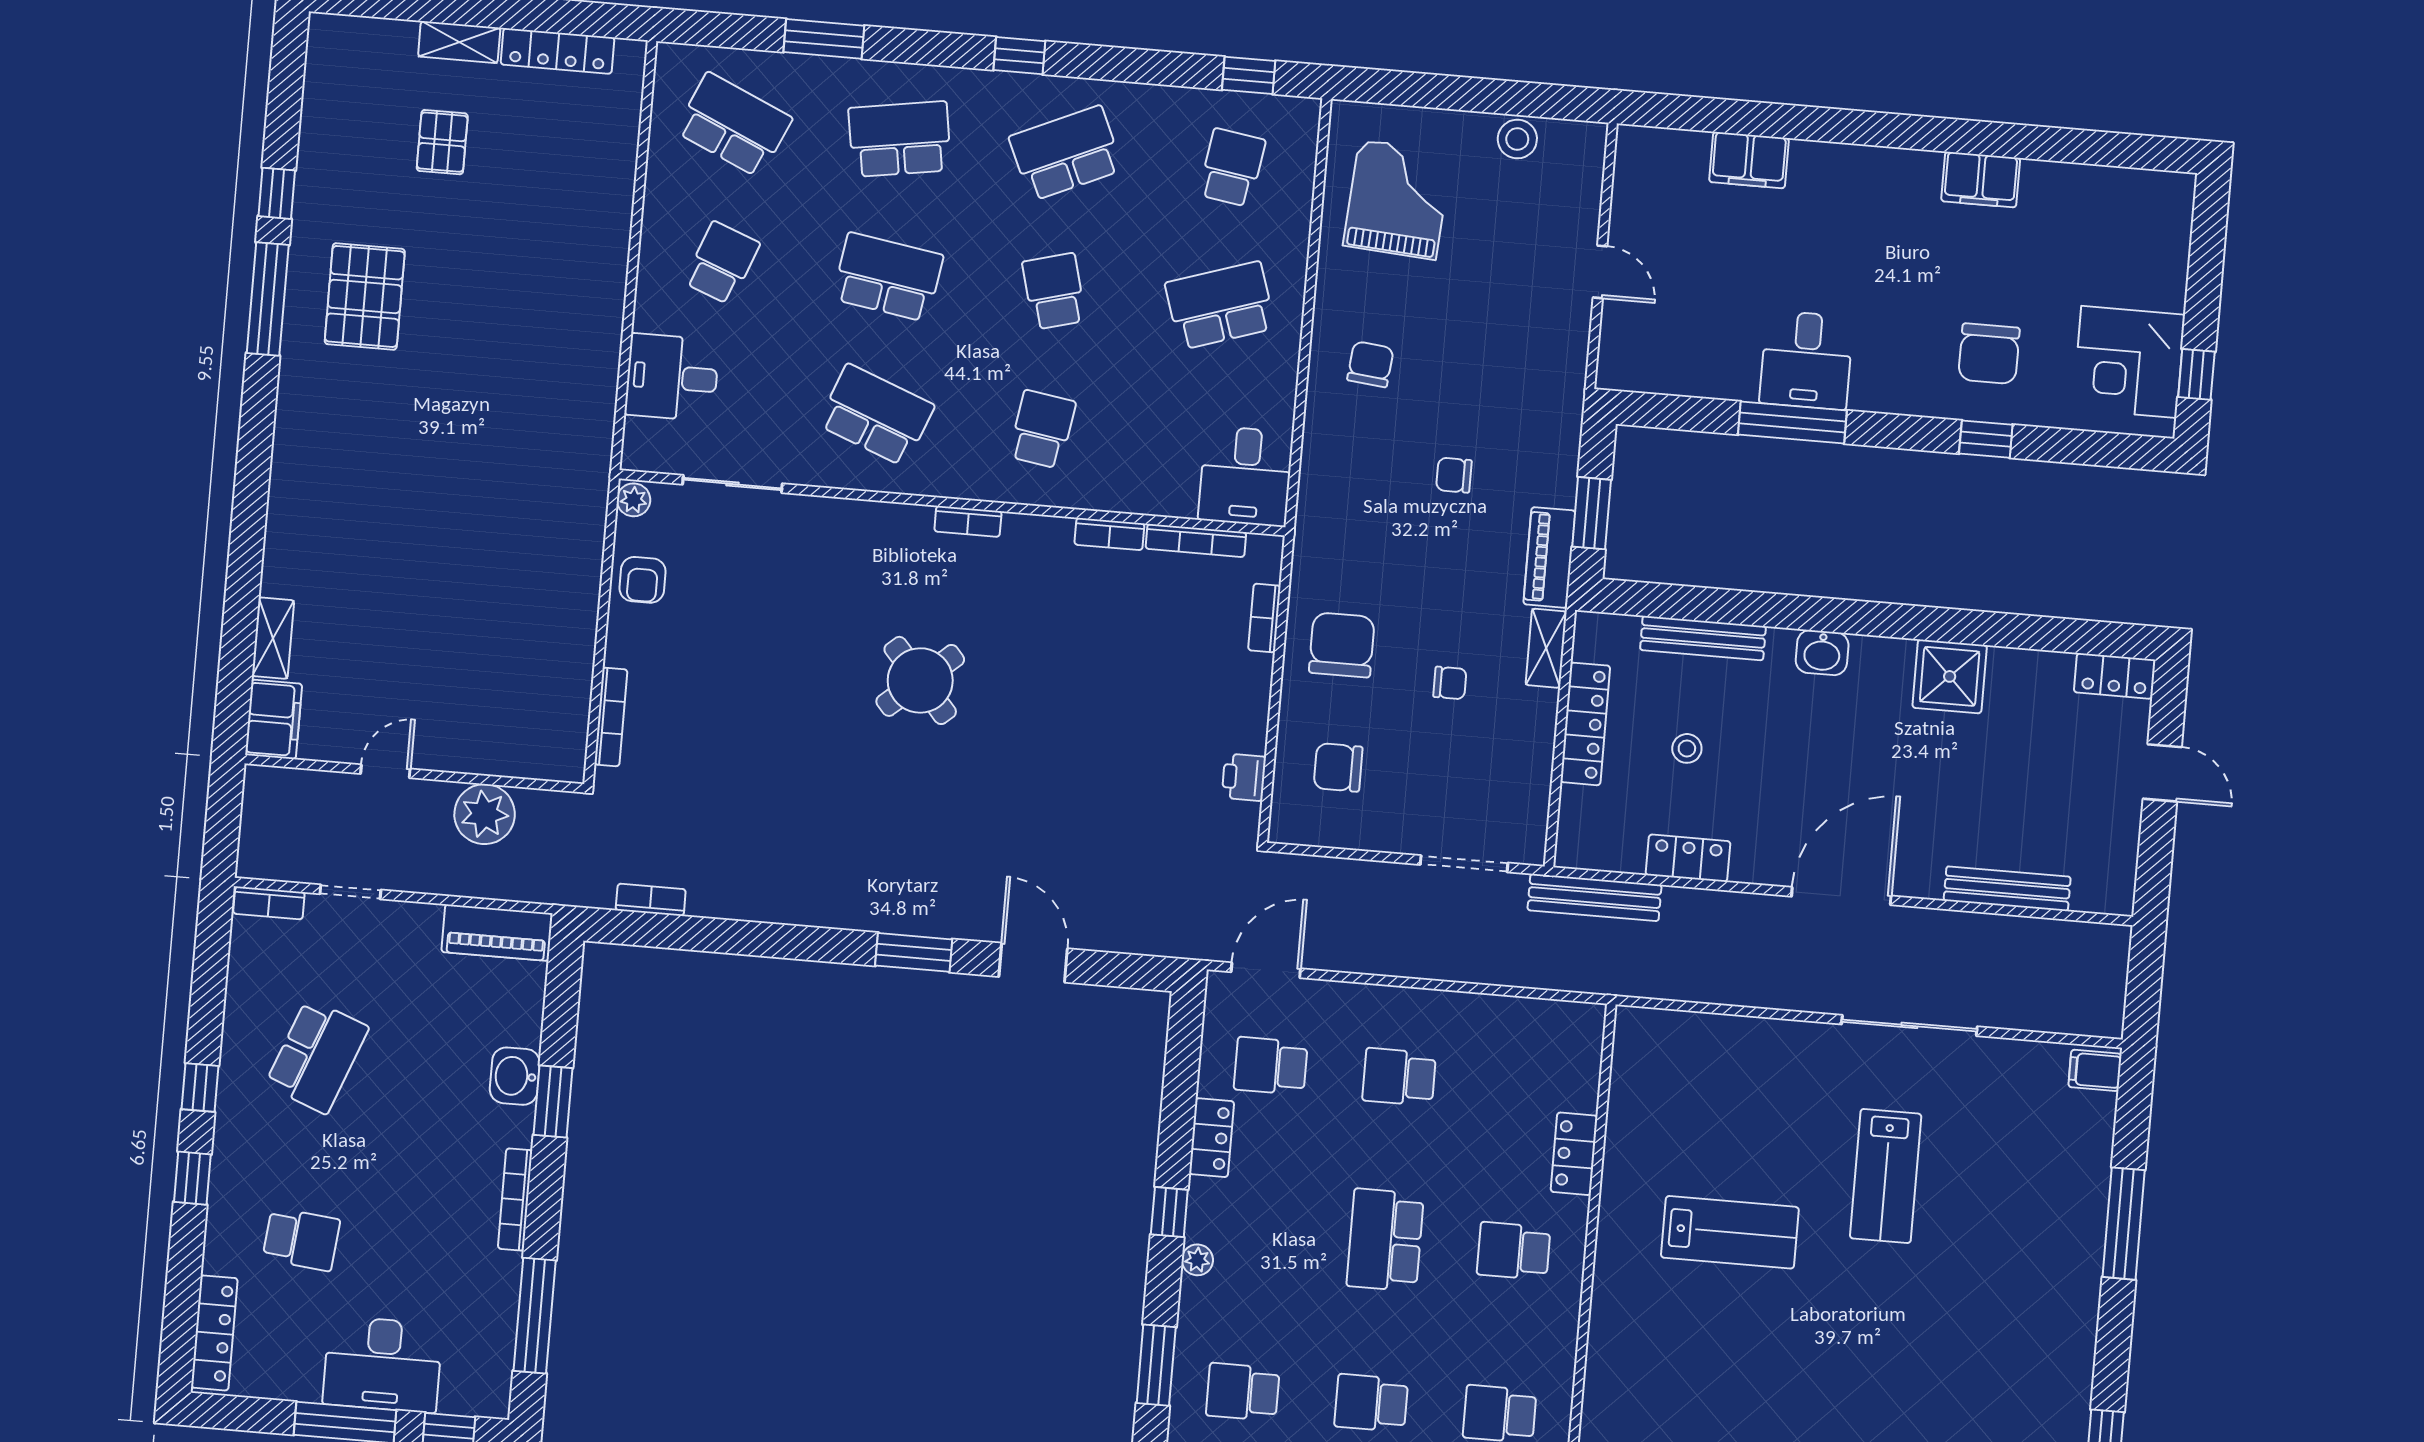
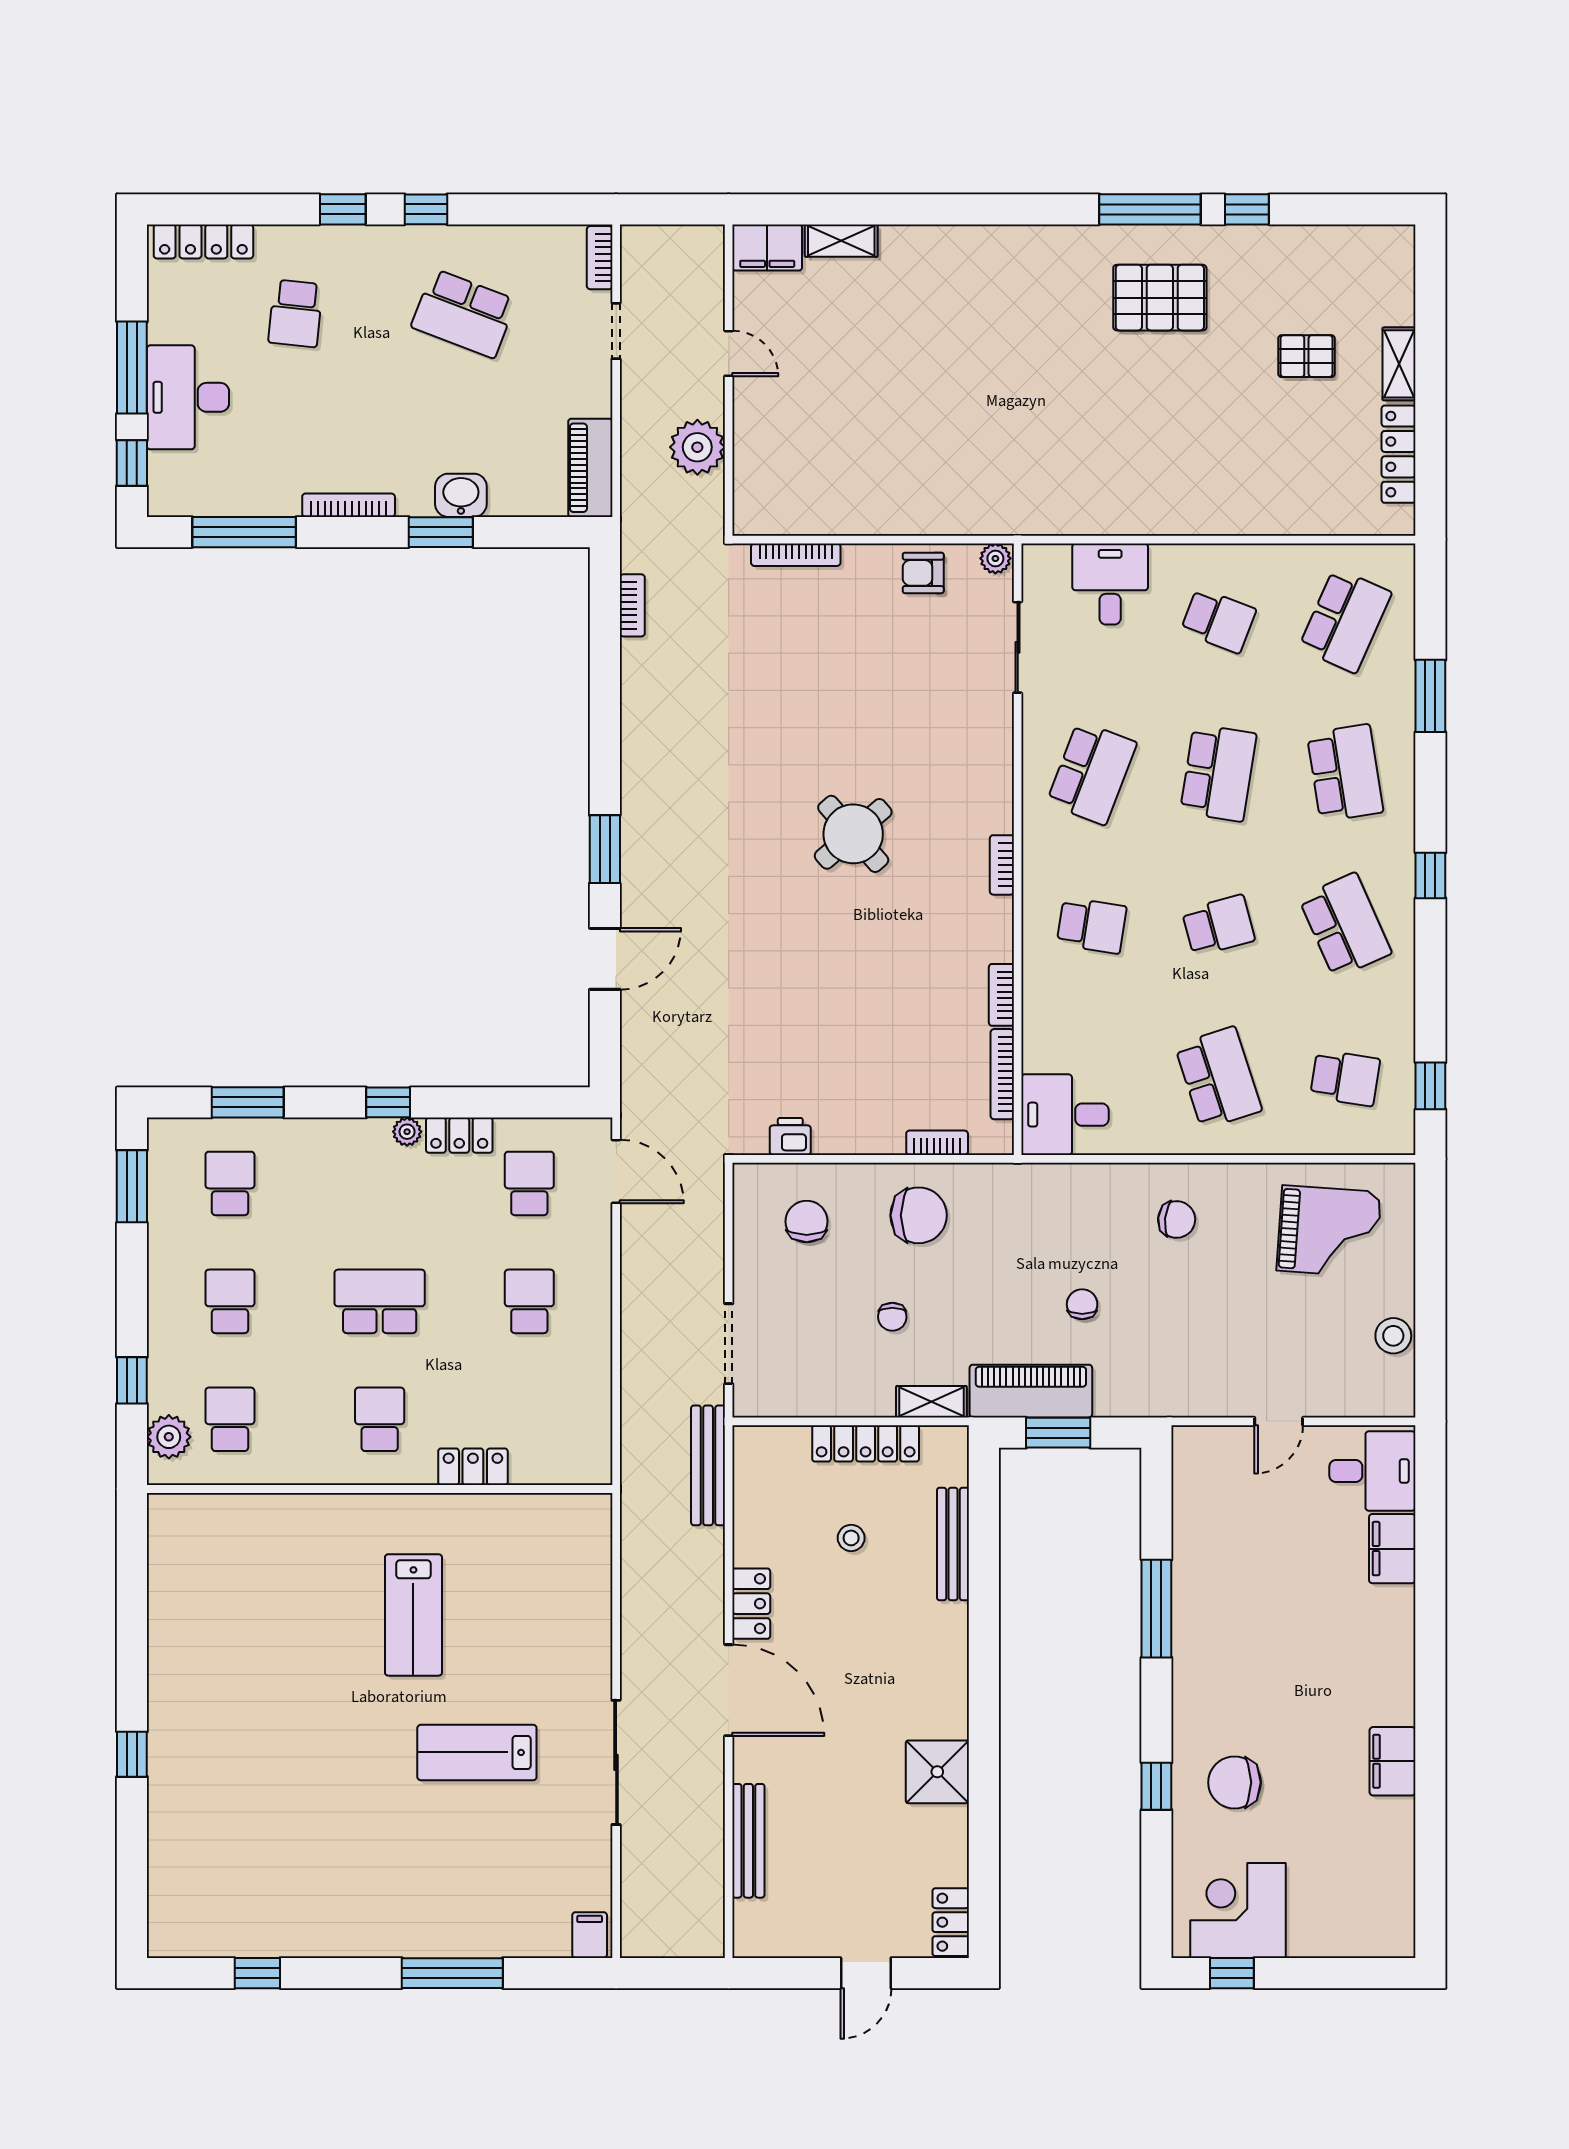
desk: (1806, 360) -> (1372, 1471), moved, turned 180
piano: (1549, 557) -> (1031, 1391), width x1.37, depth x1.33
washbasin: (1822, 653) -> (949, 1654), removed
locker: (1688, 858) -> (751, 1604), moved
plant: (1197, 1260) -> (407, 1132), moved

